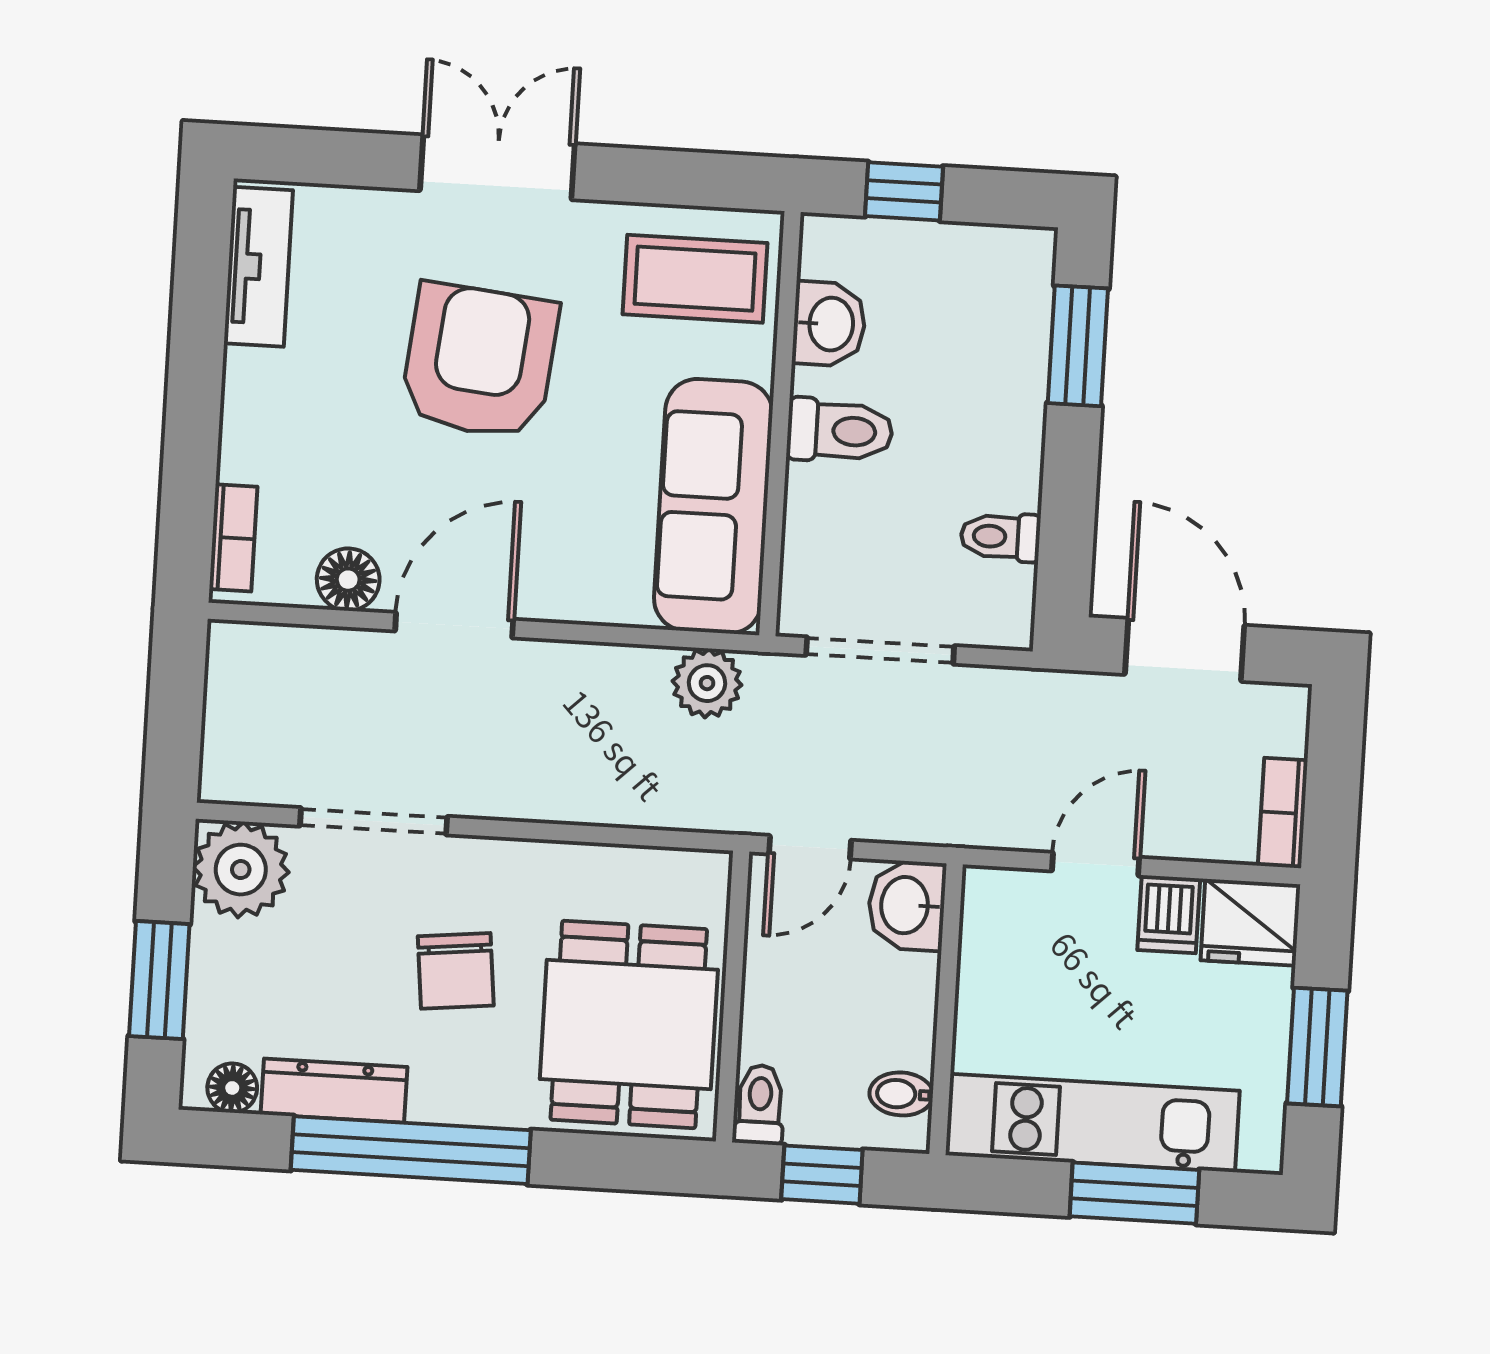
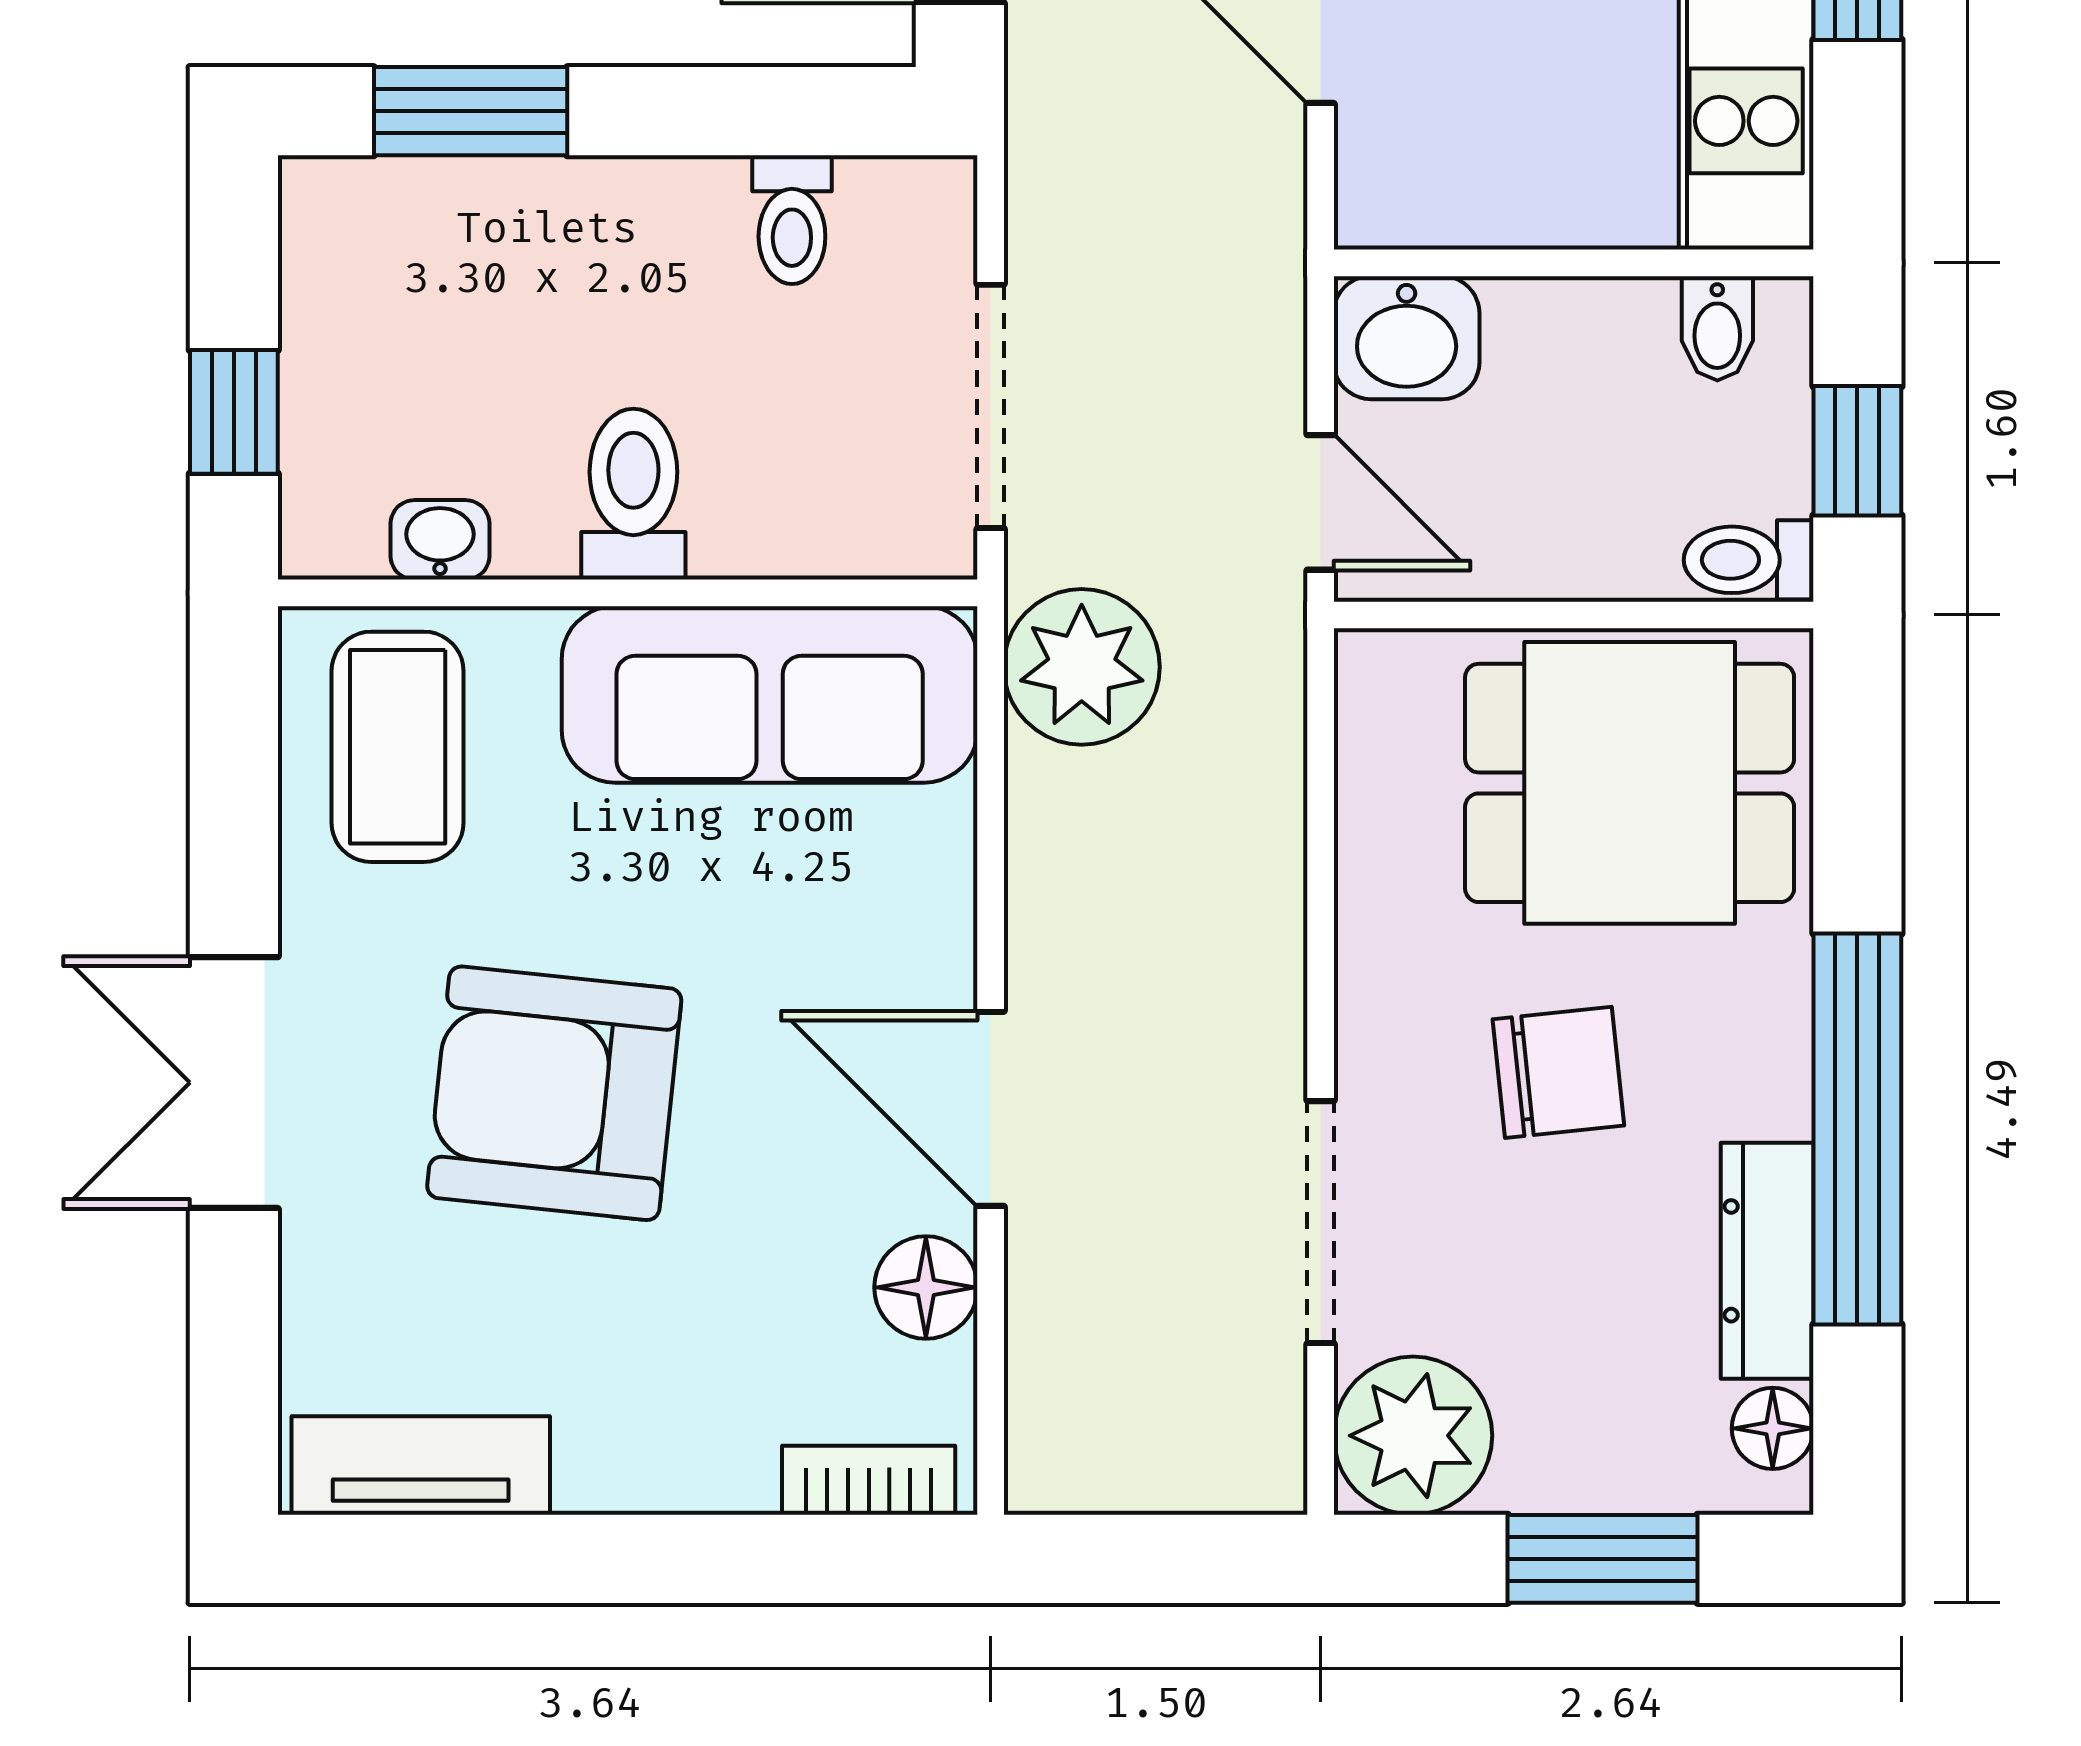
washbasin: (829, 324) -> (440, 540), width x0.72, depth x0.69
plant: (707, 683) -> (1082, 667), width x1.36, depth x1.36

